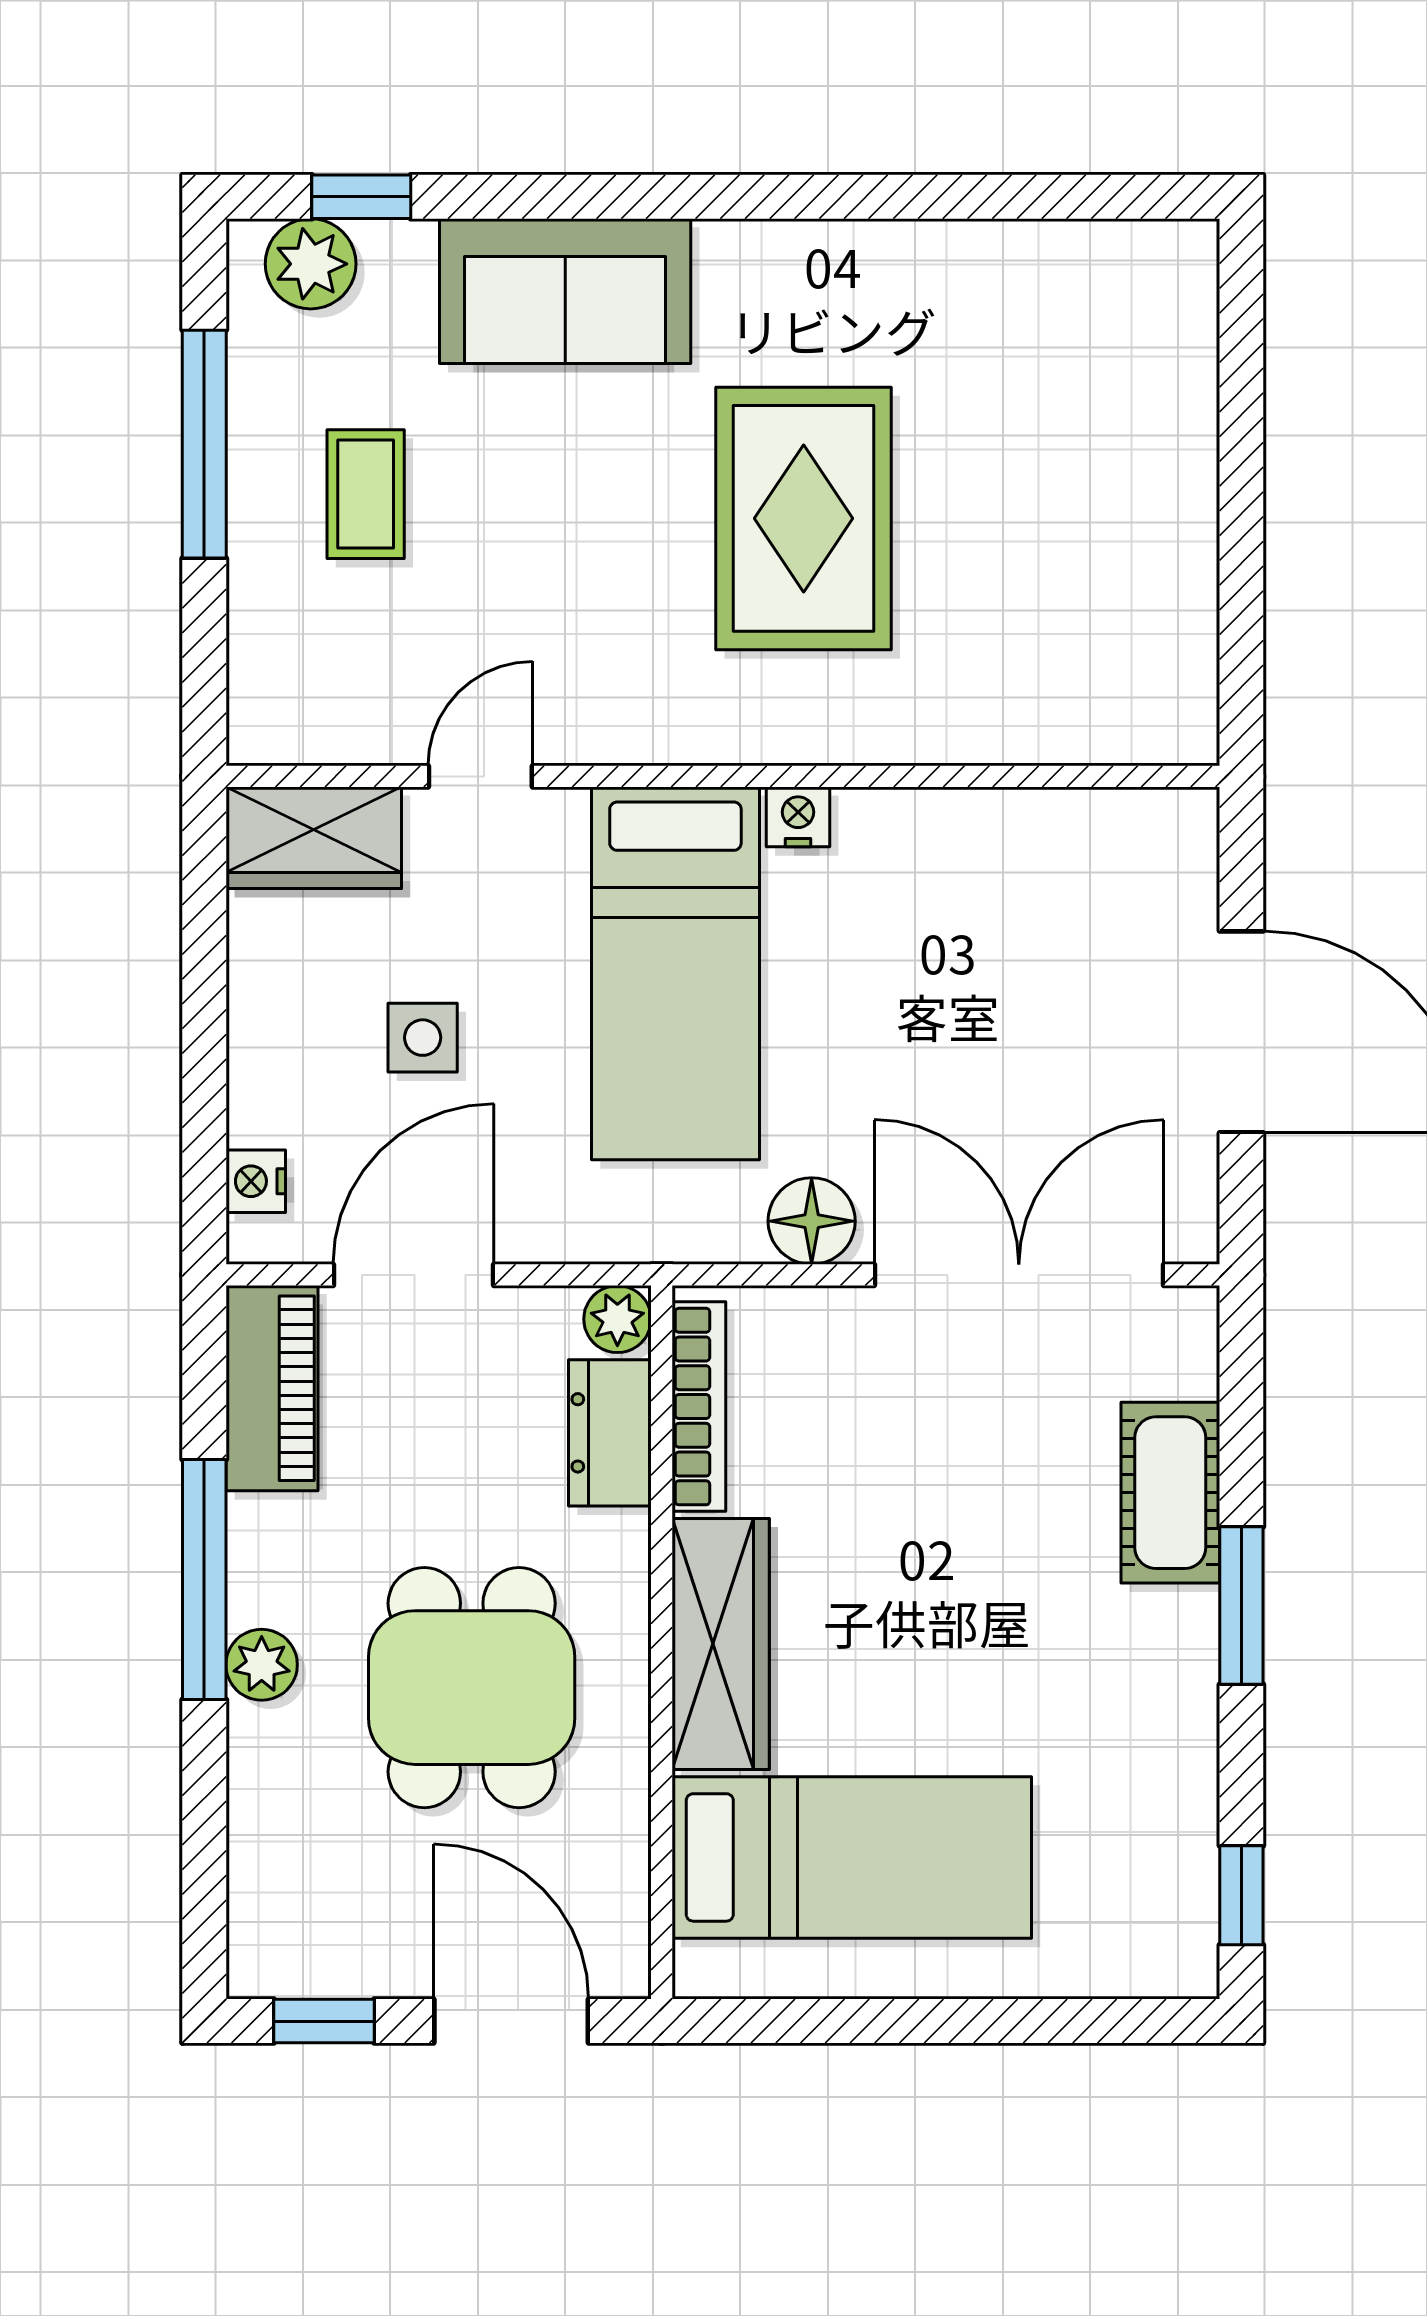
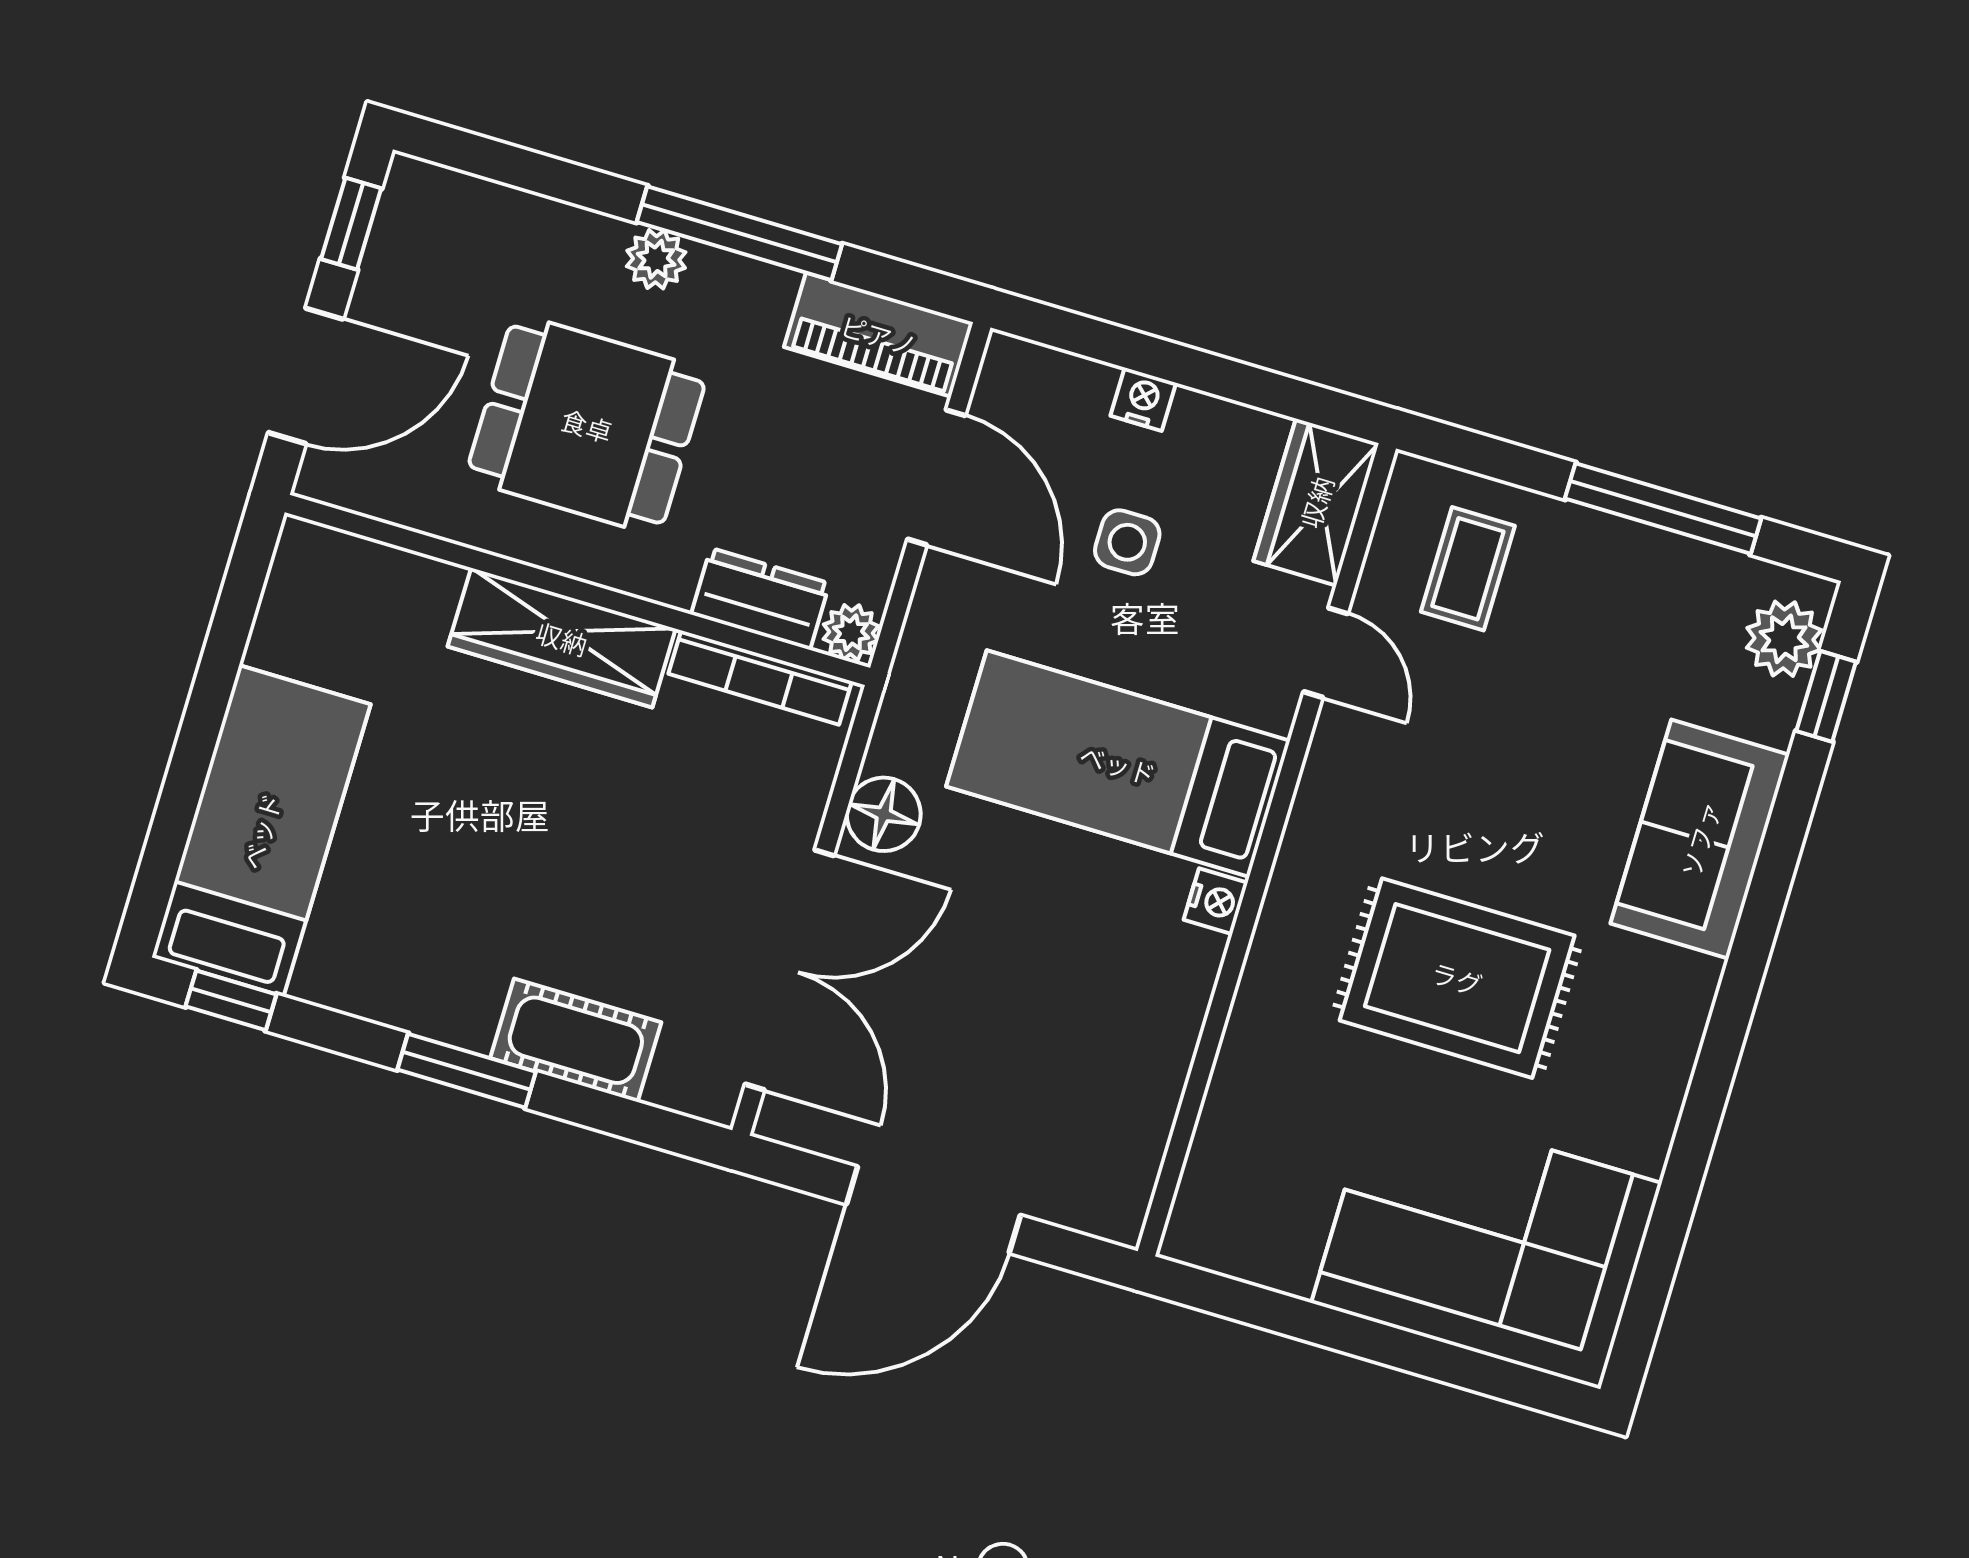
corner sofa: (1093, 396) -> (1486, 1243), added
coffee table: (366, 494) -> (1468, 569), moved, turned 90
nightstand: (256, 1181) -> (1143, 399), moved
bed: (852, 1857) -> (261, 831), moved, turned 180

